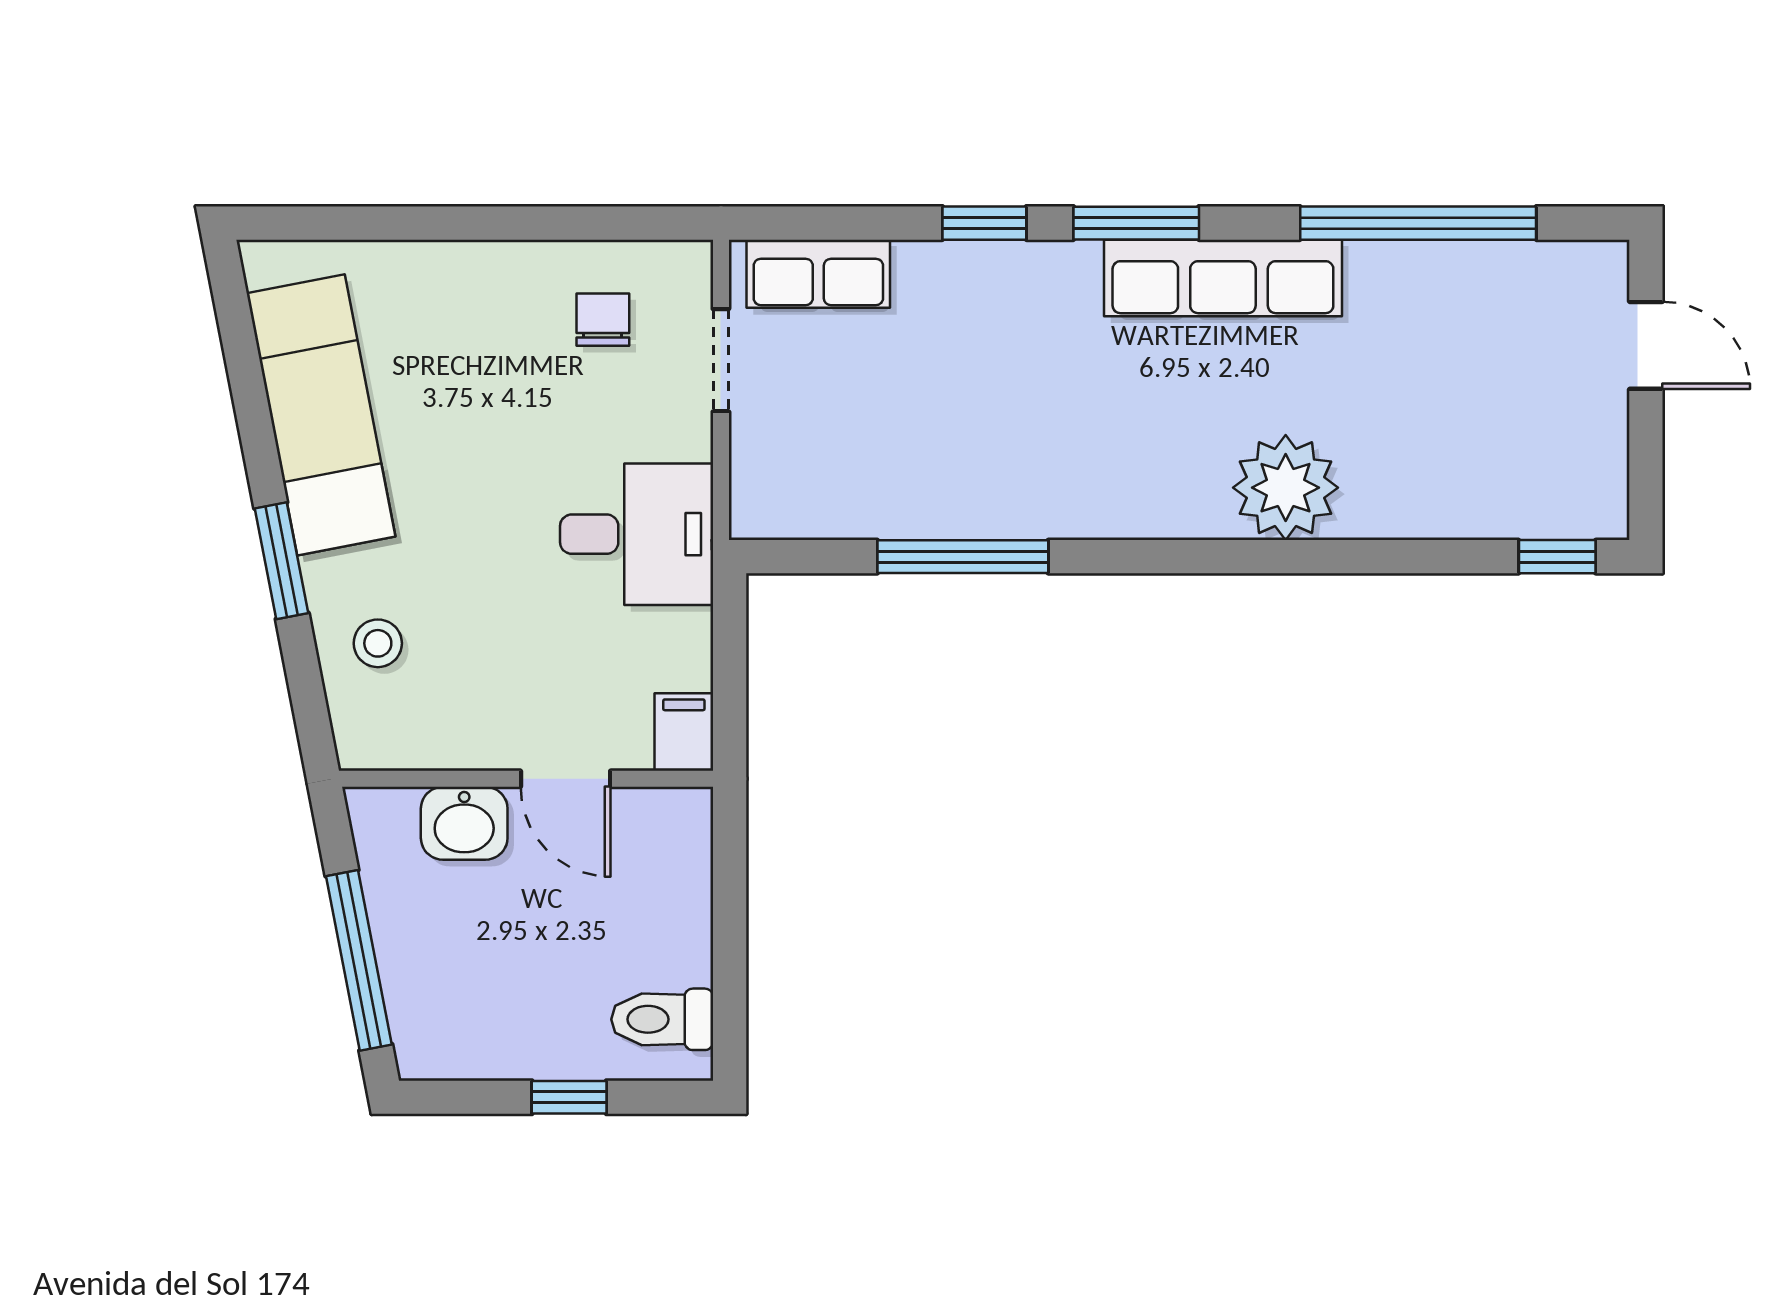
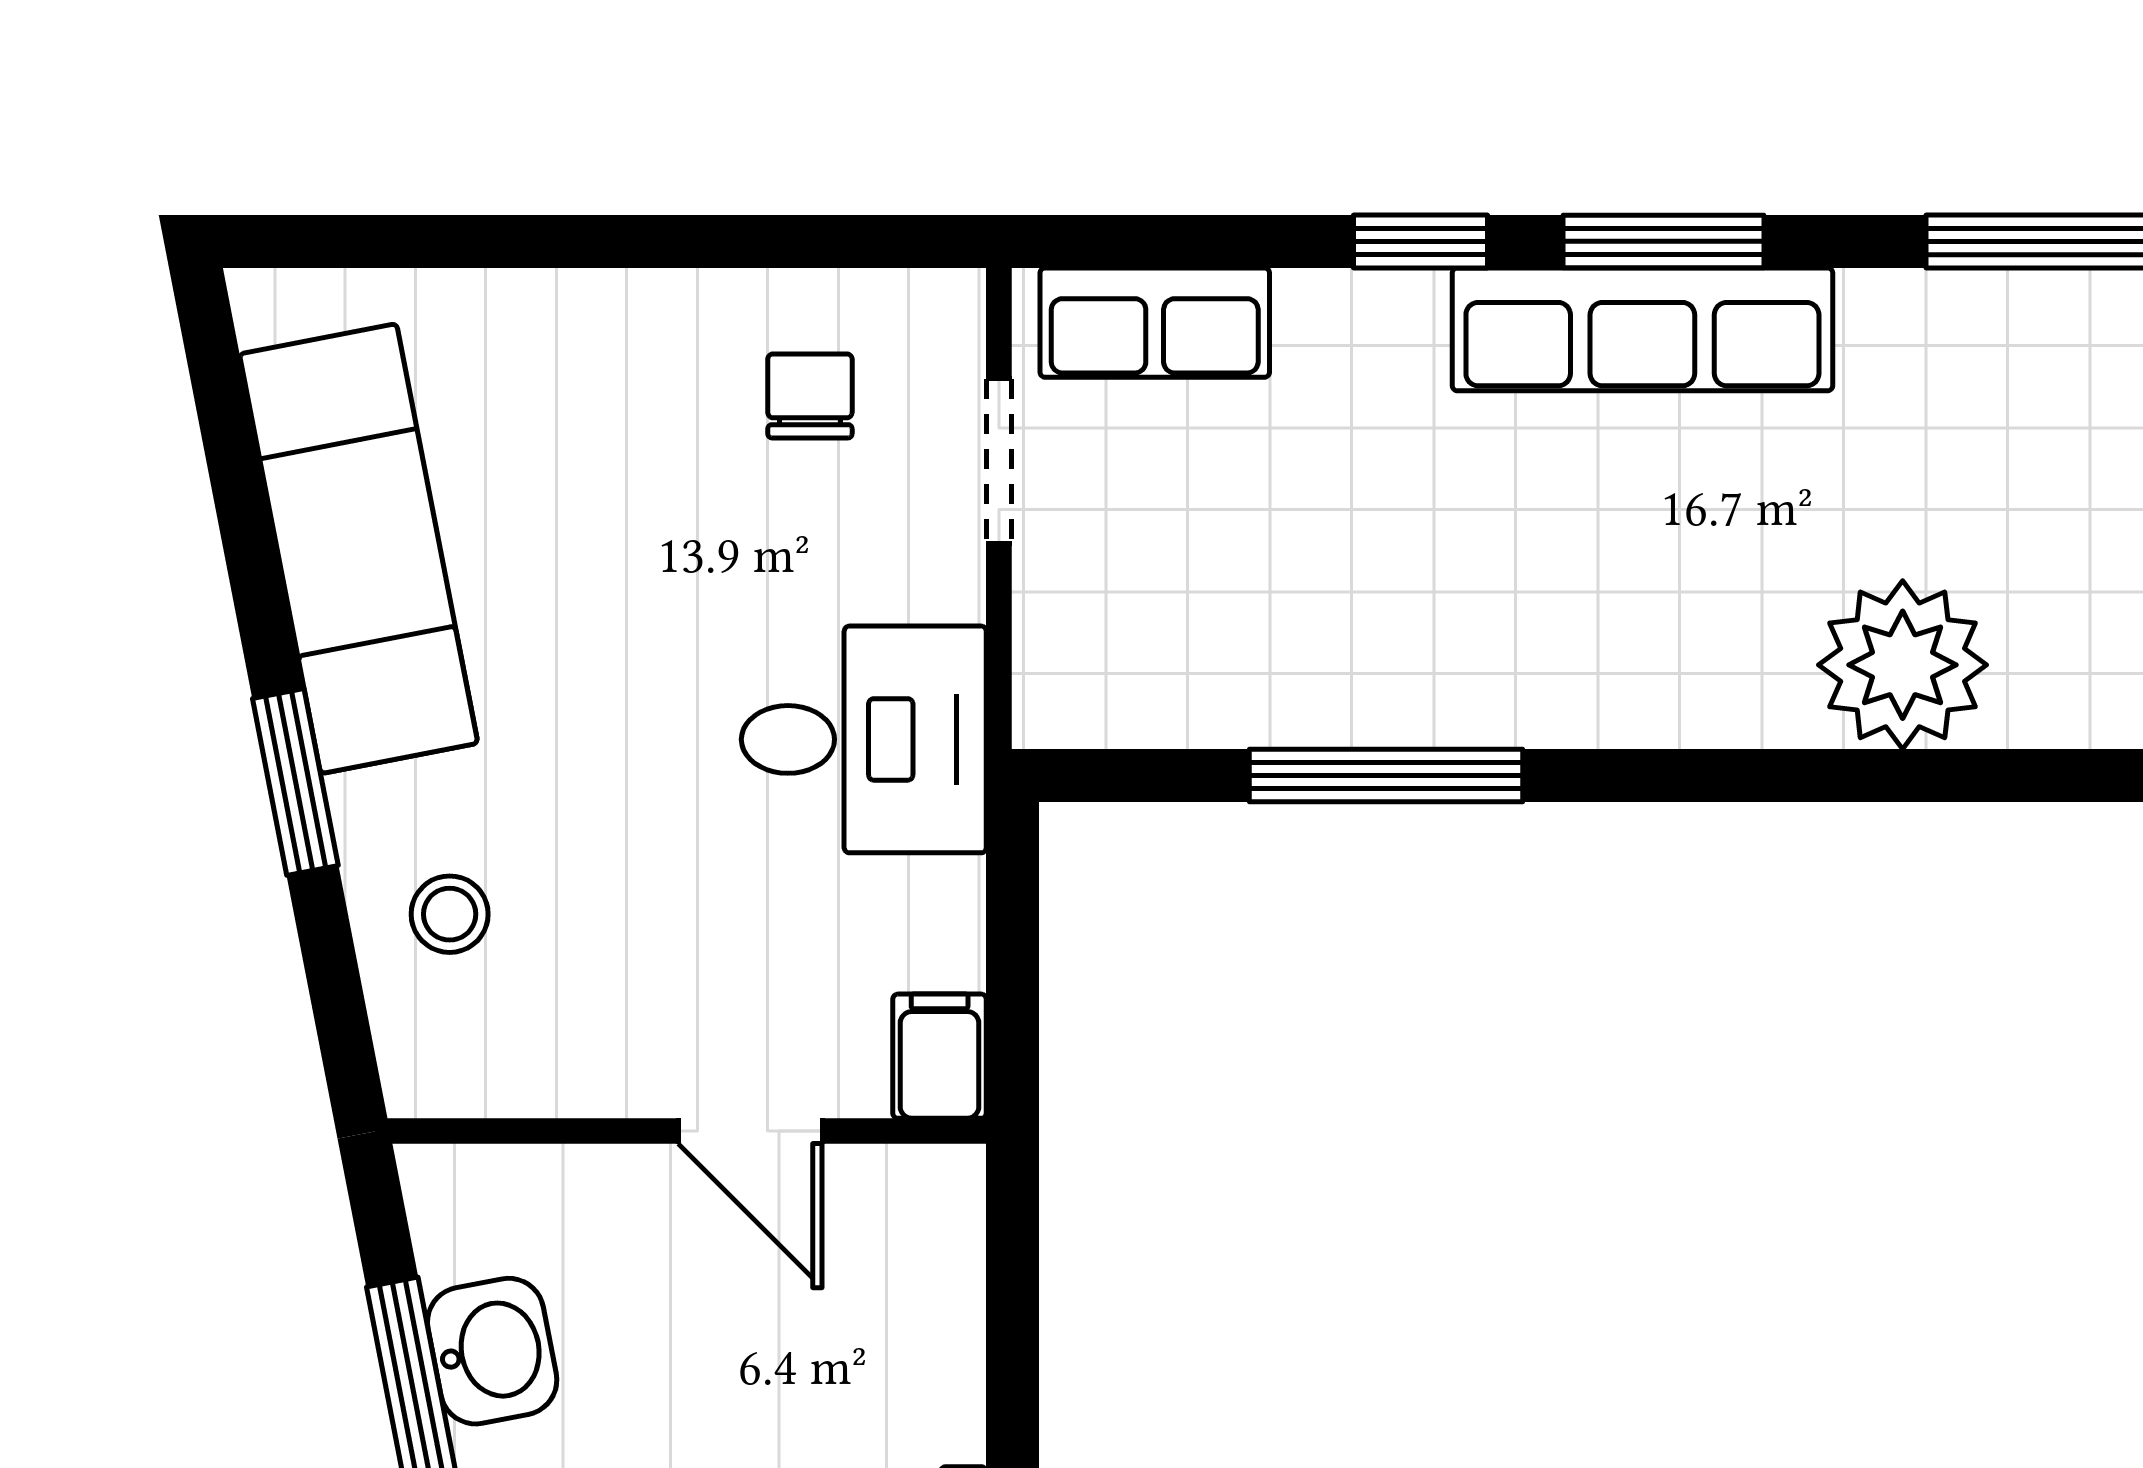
row of seats: (1223, 278) -> (1642, 329), moved
washbasin: (464, 823) -> (492, 1351), moved, turned -101

